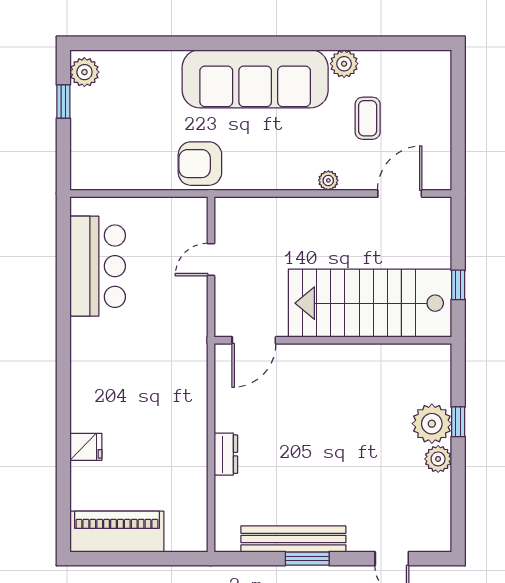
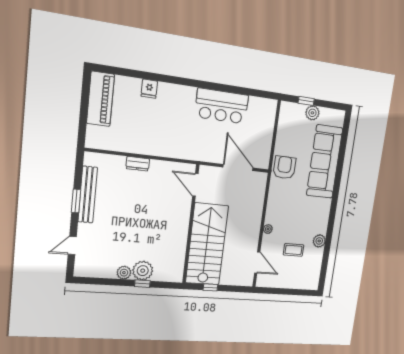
plant: (84, 72) -> (312, 113), moved
sofa: (255, 79) -> (325, 162), moved
window: (63, 102) -> (306, 101), moved
door: (211, 259) -> (238, 168), width x1.88
bar counter: (98, 266) -> (222, 106), moved

